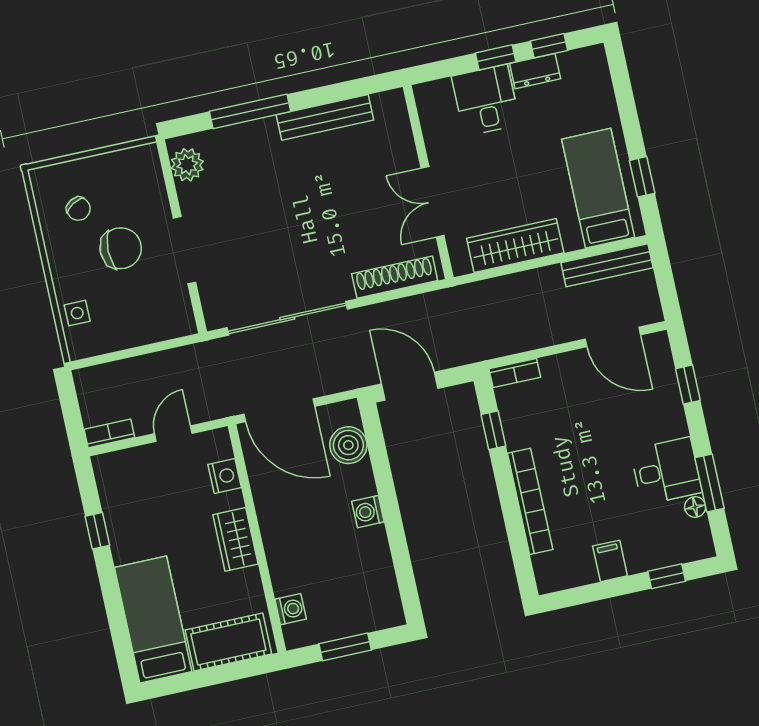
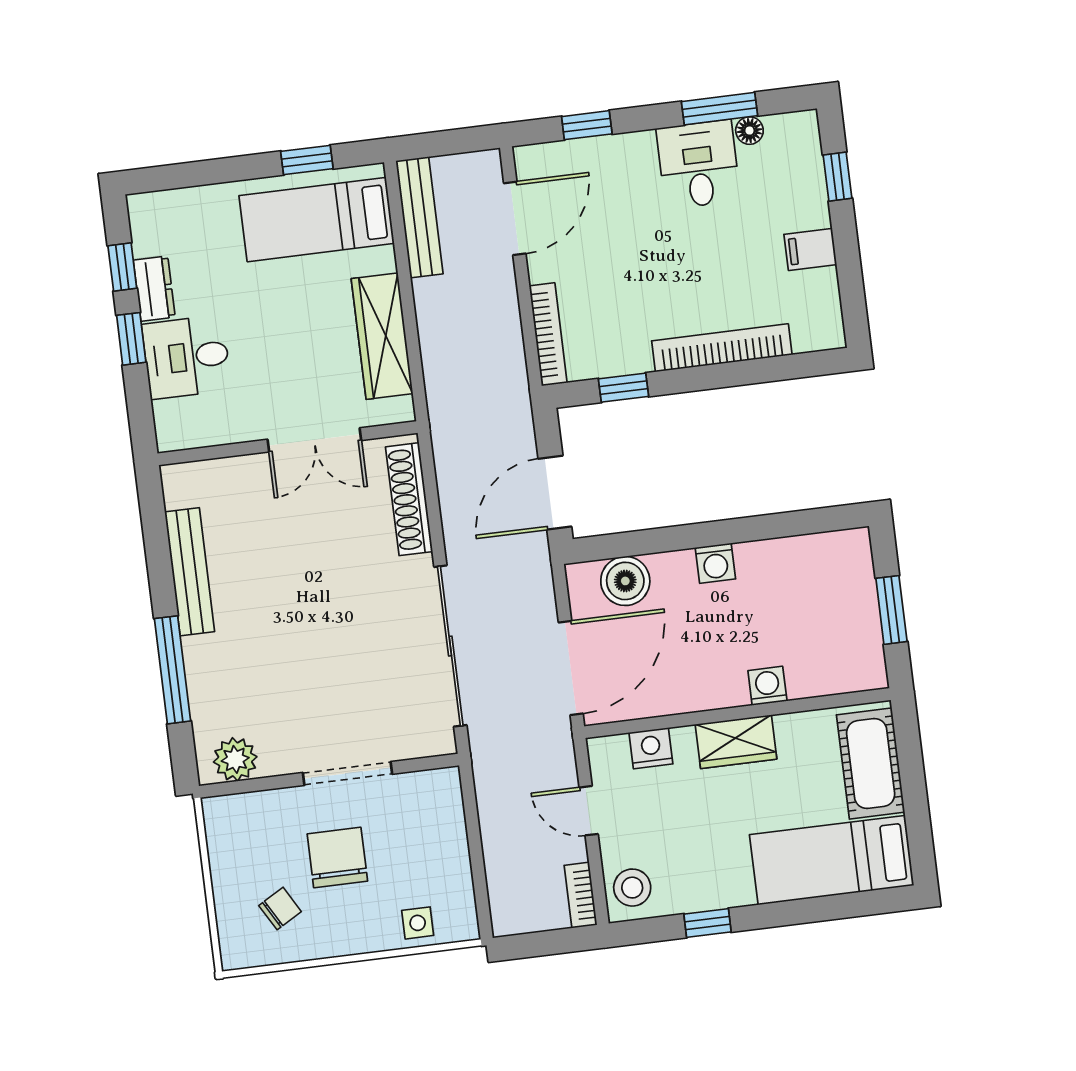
bookcase: (515, 373) -> (548, 334), width x1.56
stool: (119, 472) -> (632, 888), added
washing machine: (291, 609) -> (767, 686), moved

